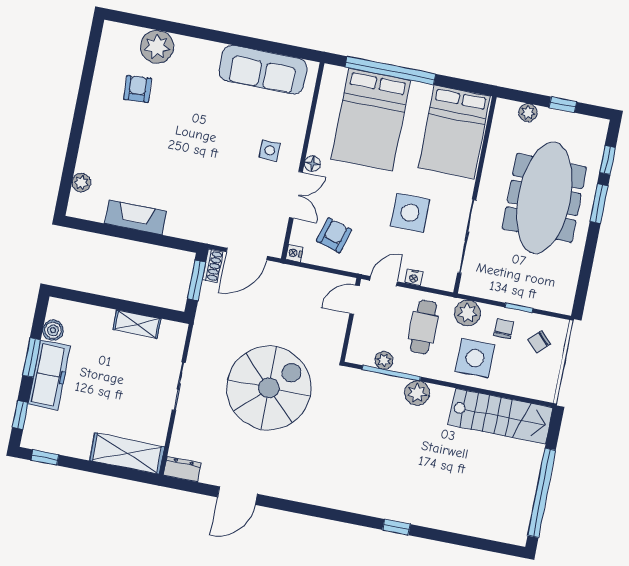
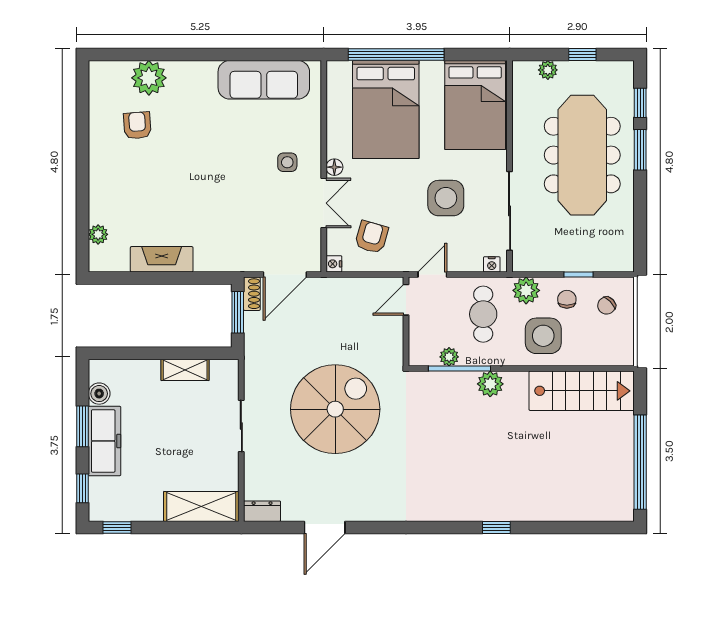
nightstand: (414, 277) -> (492, 264), moved

